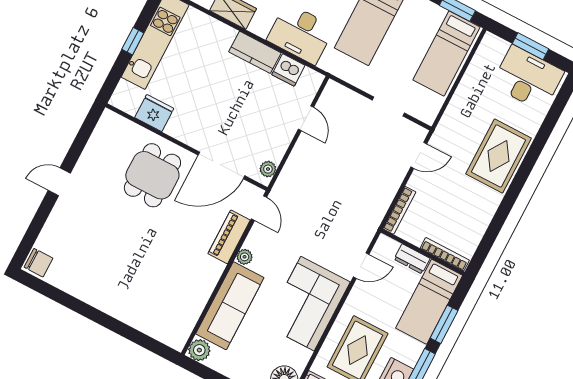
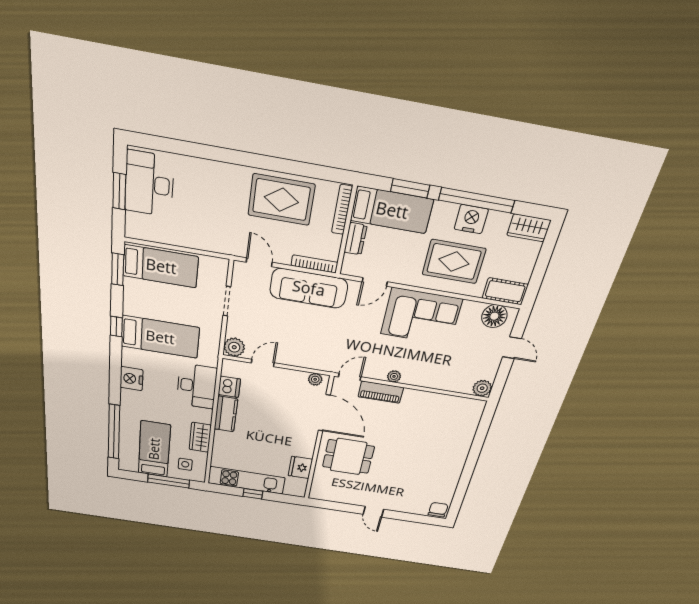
plant: (334, 94) -> (234, 347), added
rug: (499, 156) -> (281, 200), moved
door: (361, 266) -> (375, 282), swing flipped
sofa: (230, 306) -> (309, 288), moved, turned 180

